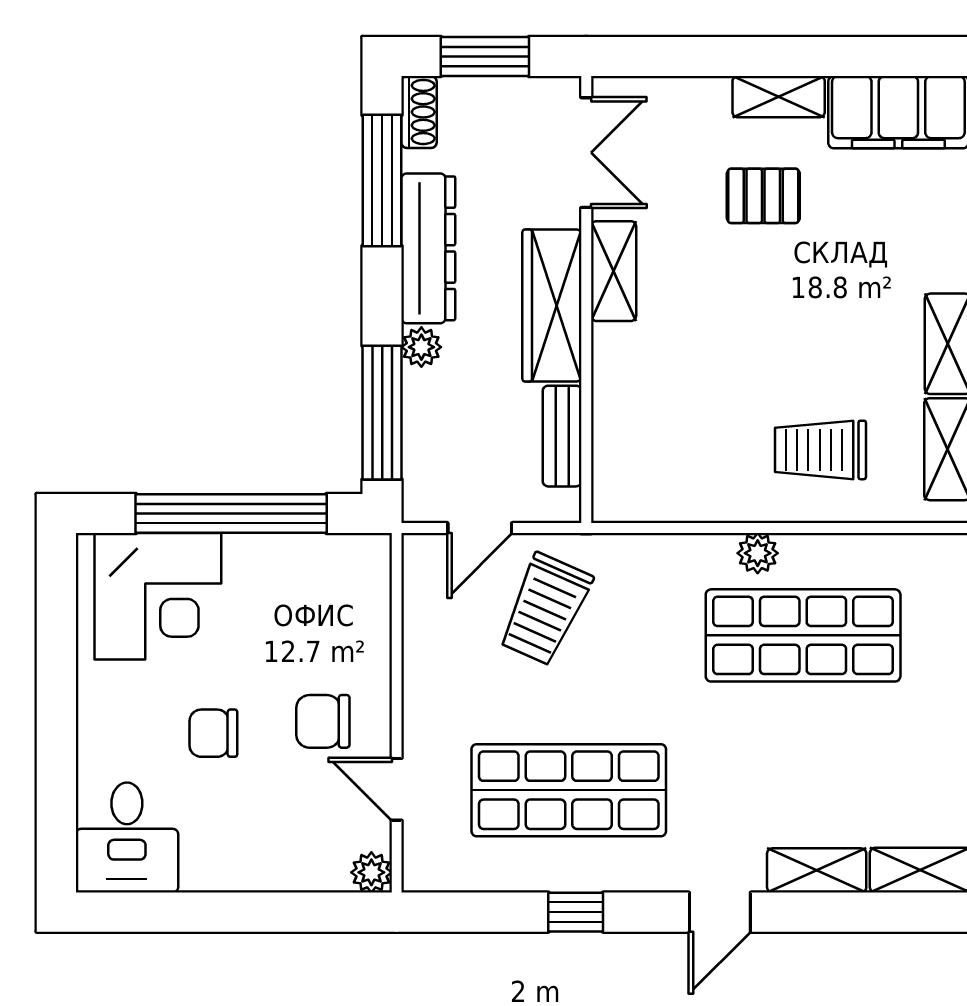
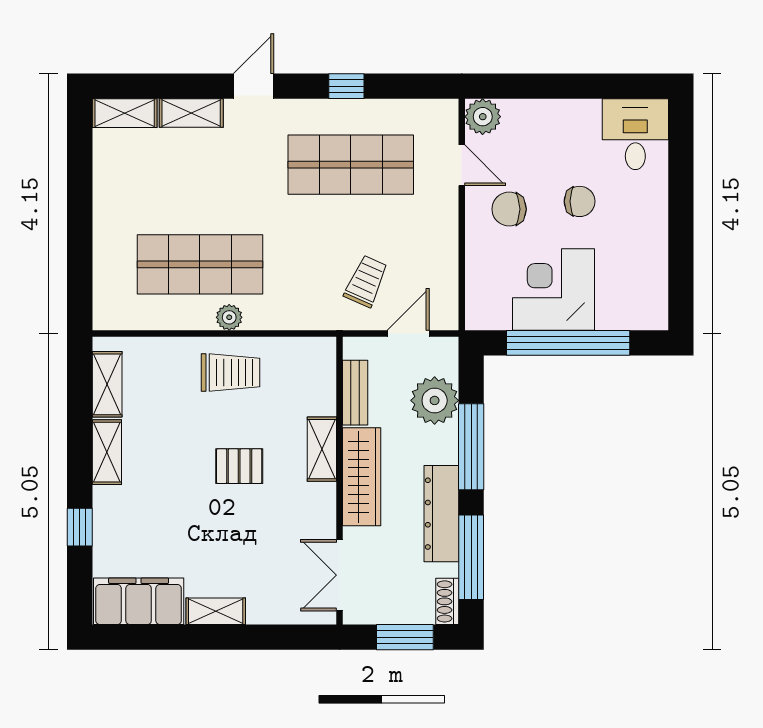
pallet: (763, 196) -> (239, 466), moved
shelving: (614, 271) -> (322, 449), moved
plant: (421, 347) -> (435, 400), moved, width x1.88, depth x1.88
window: (382, 413) -> (471, 447), moved
trolley: (820, 450) -> (231, 373), moved
corner desk: (158, 596) -> (554, 290), moved
trolley: (545, 609) -> (366, 281), width x0.73, depth x0.72
chair: (323, 721) -> (509, 209), turned 180
plant: (371, 872) -> (483, 117), width x1.38, depth x1.38

